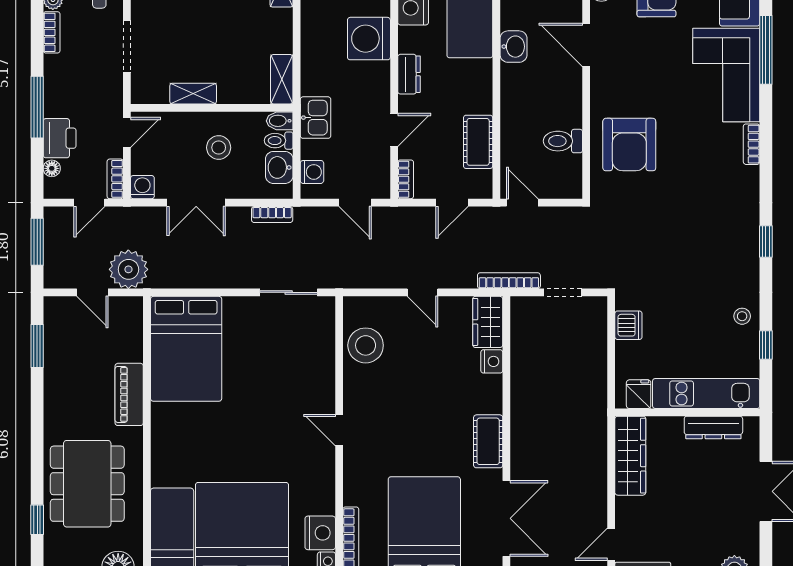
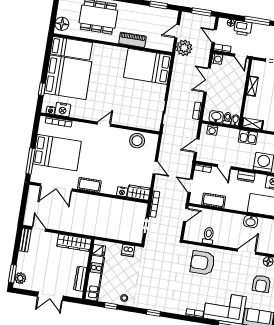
kitchen sink: (316, 118) -> (248, 137), moved
stool: (219, 148) -> (228, 93), removed
door: (422, 292) -> (155, 168), swing flipped

